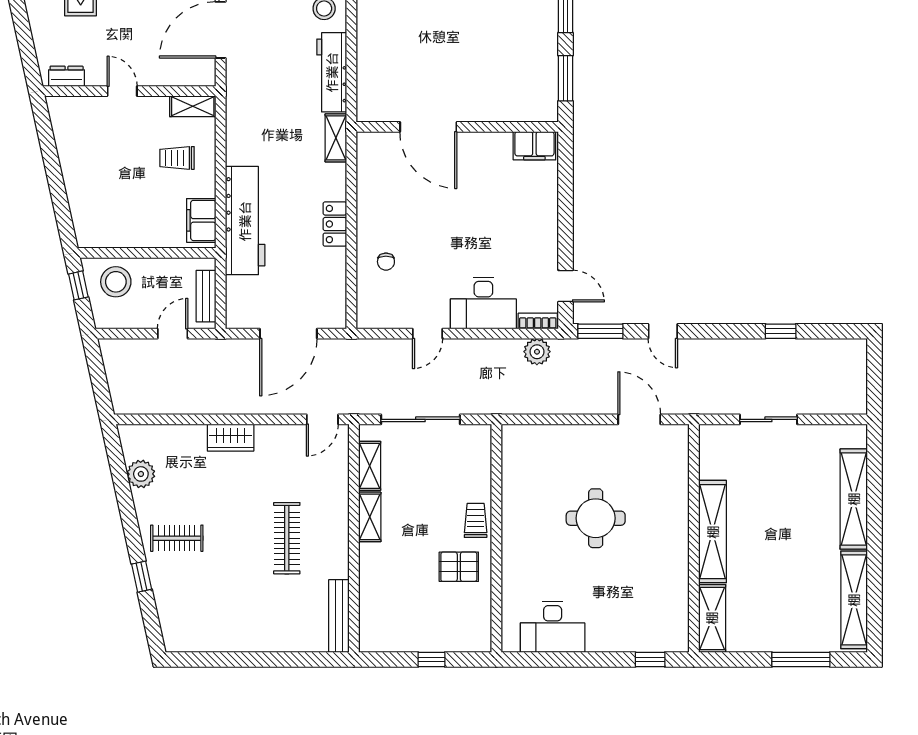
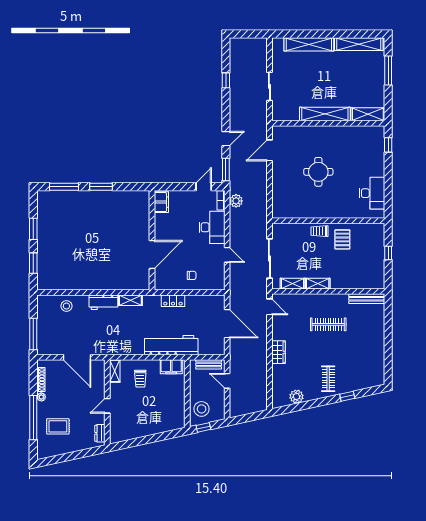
workbench: (332, 72) -> (103, 302), width x0.73
door: (428, 127) -> (152, 255), moved
wall: (457, 127) -> (152, 240), moved
filing cabinet: (534, 146) -> (161, 202), moved

